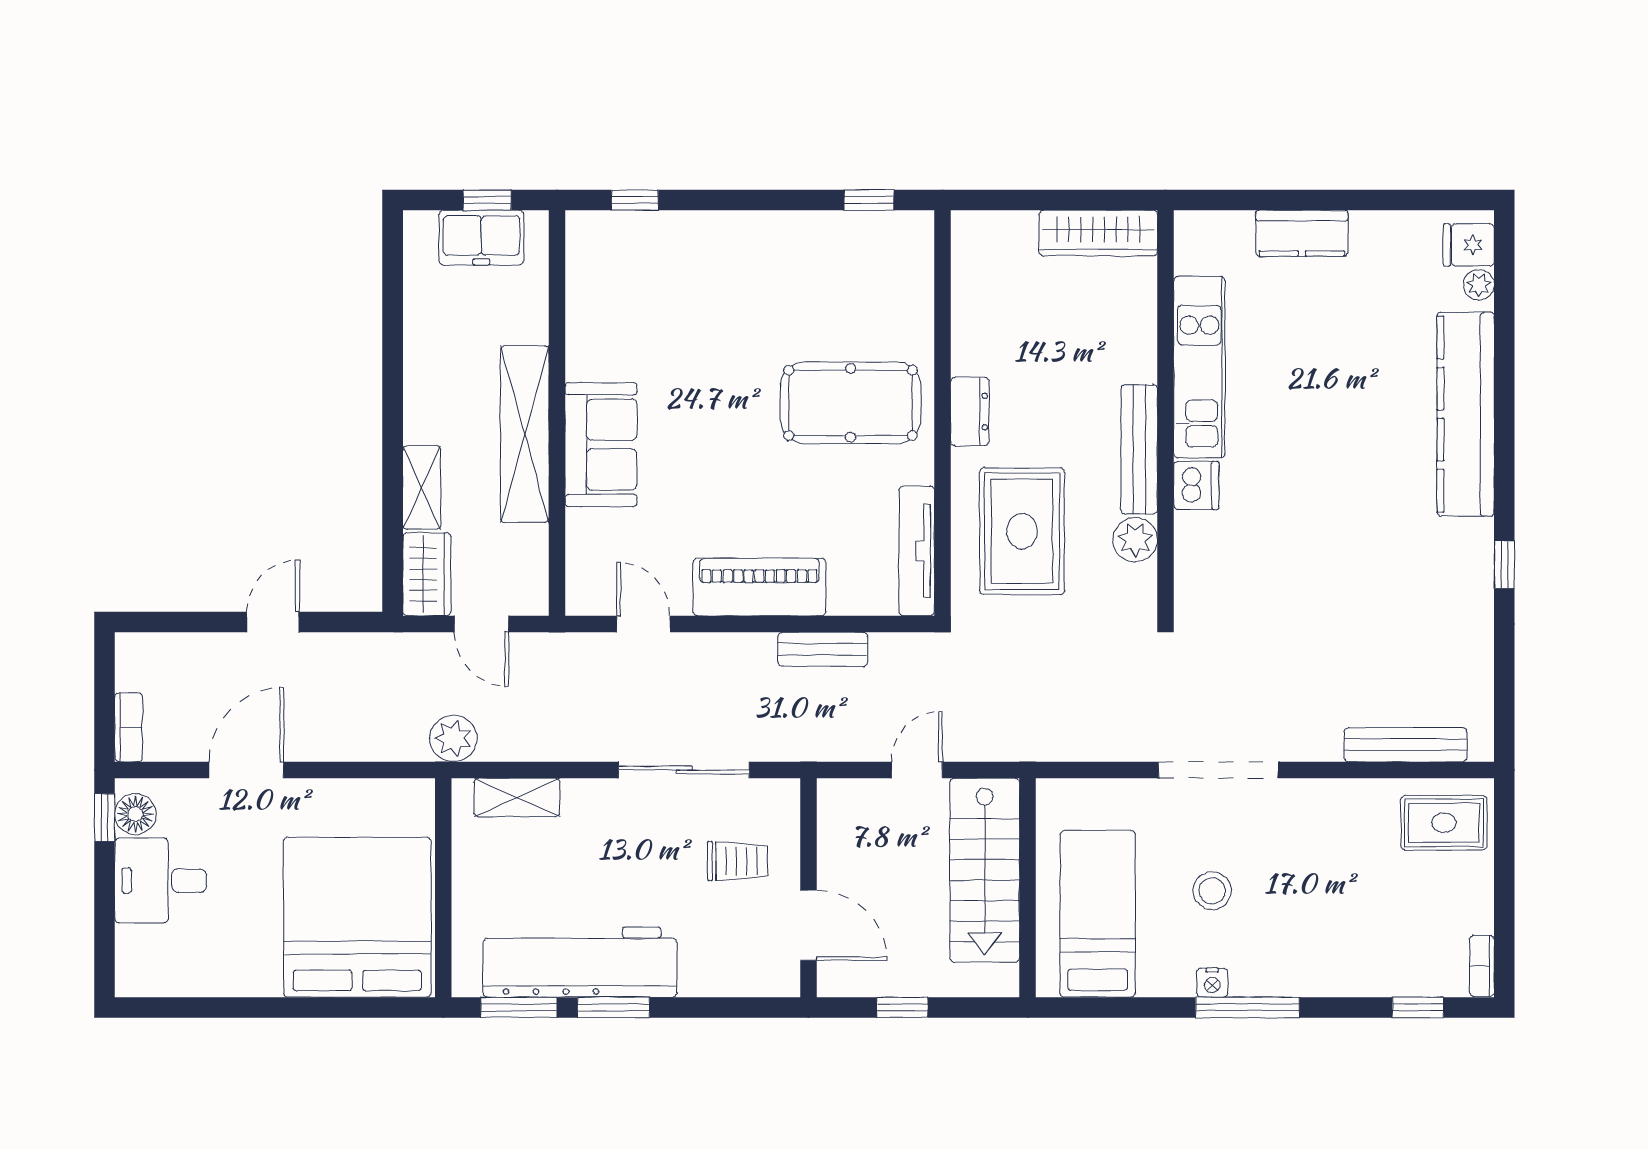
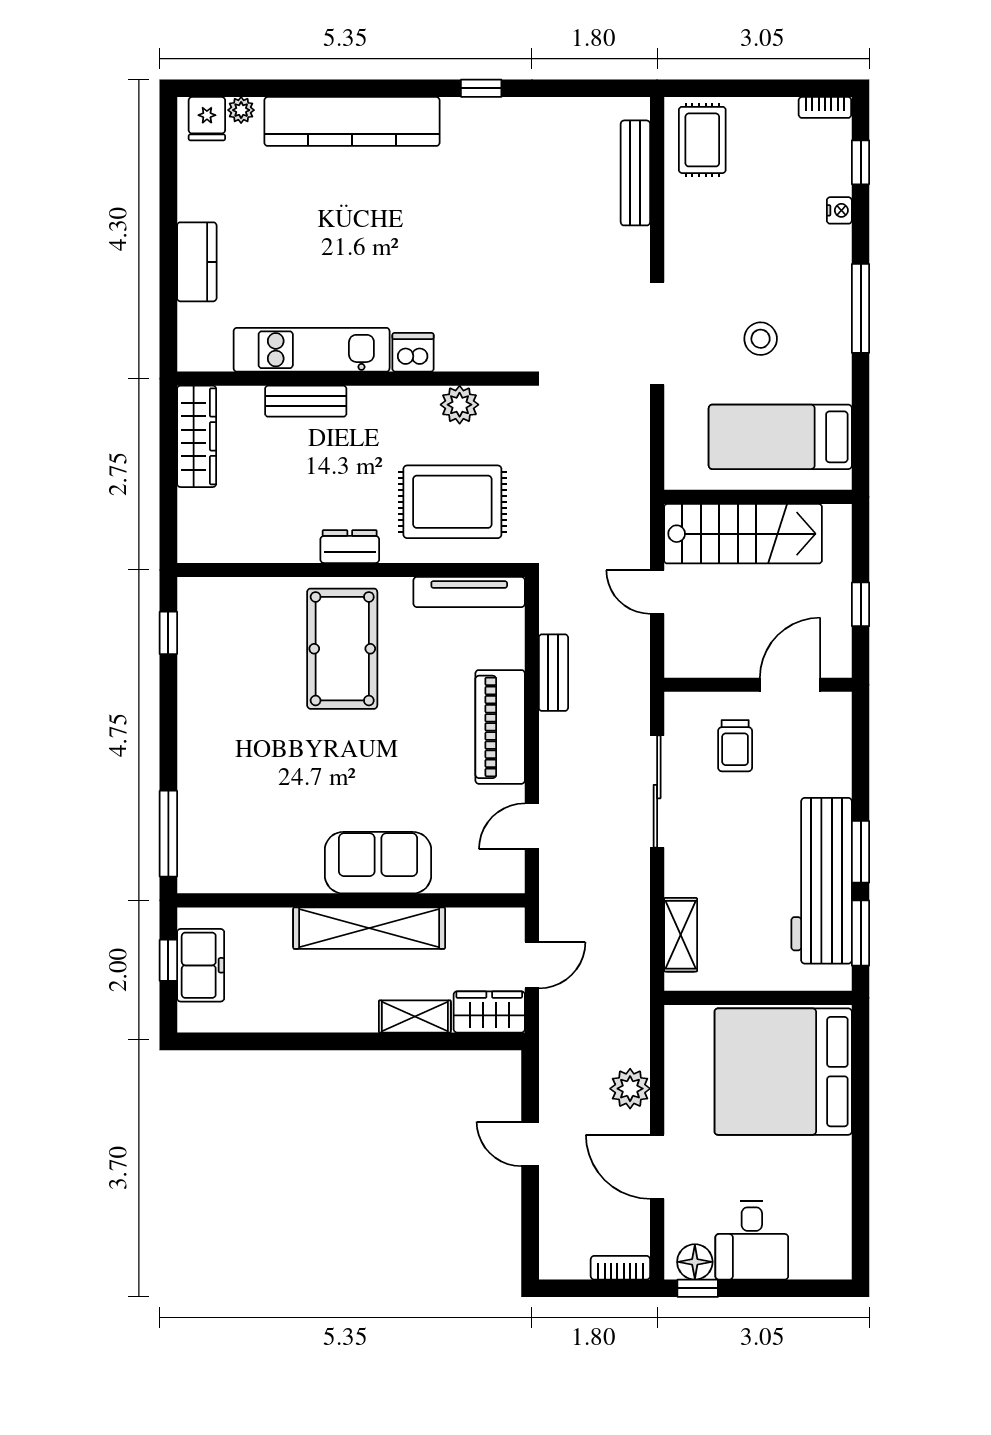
window: (635, 200) -> (168, 834), width x2.17
bench: (1139, 449) -> (306, 401), moved, width x0.73
plant: (453, 738) -> (630, 1089), moved
trolley: (737, 861) -> (735, 746), turned 180
nightstand: (1212, 983) -> (839, 210), moved

